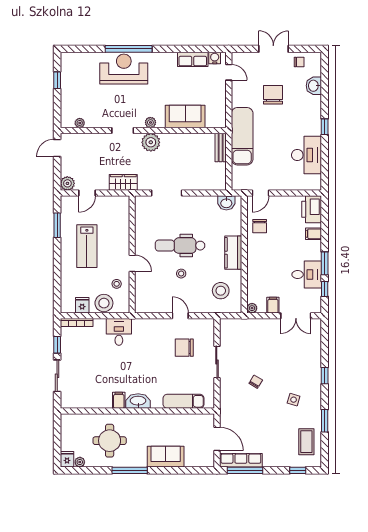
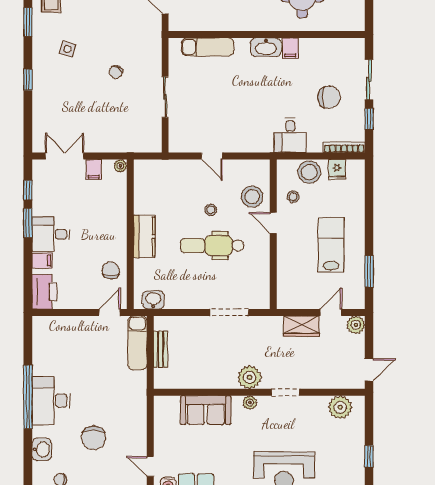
plant: (80, 123) -> (340, 407), width x1.88, depth x1.88
window: (325, 127) -> (28, 397), width x3.17
exam couch: (242, 136) -> (137, 343), moved, width x0.73, depth x0.69
bench: (221, 147) -> (160, 349), moved
desk: (306, 155) -> (51, 401), moved
wardrobe: (123, 182) -> (301, 326), moved
dental chair: (180, 246) -> (212, 246), turned 180
desk: (307, 275) -> (51, 234), moved
stool: (221, 291) -> (252, 197), moved
chair: (184, 348) -> (329, 97), moved

